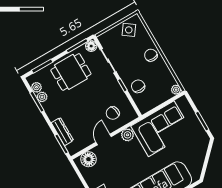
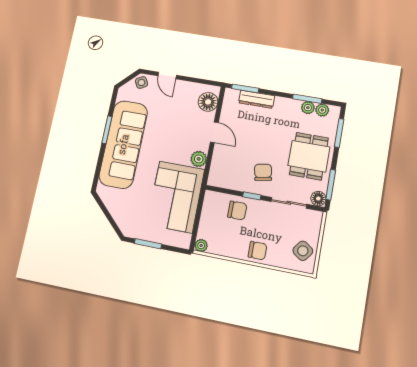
chair: (113, 113) -> (263, 172), moved

